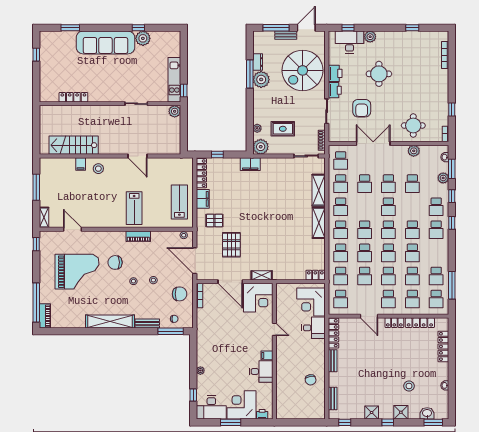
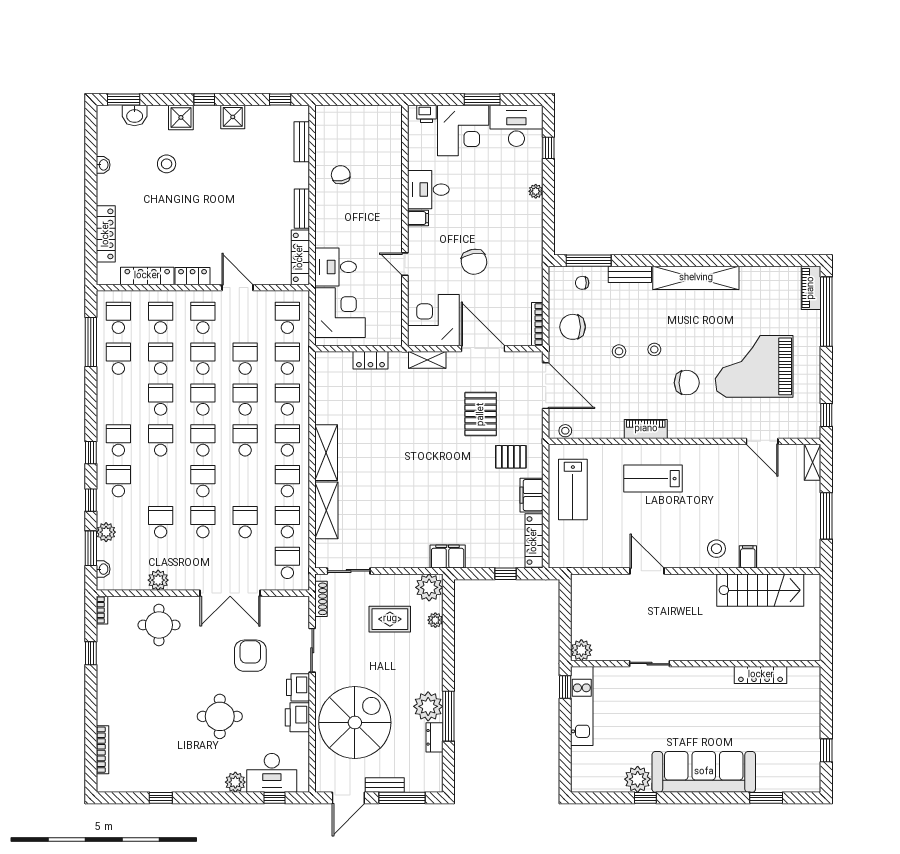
lab bench: (134, 208) -> (653, 479), turned -90
locker: (315, 275) -> (370, 360), moved
chair: (235, 331) -> (474, 262), added

